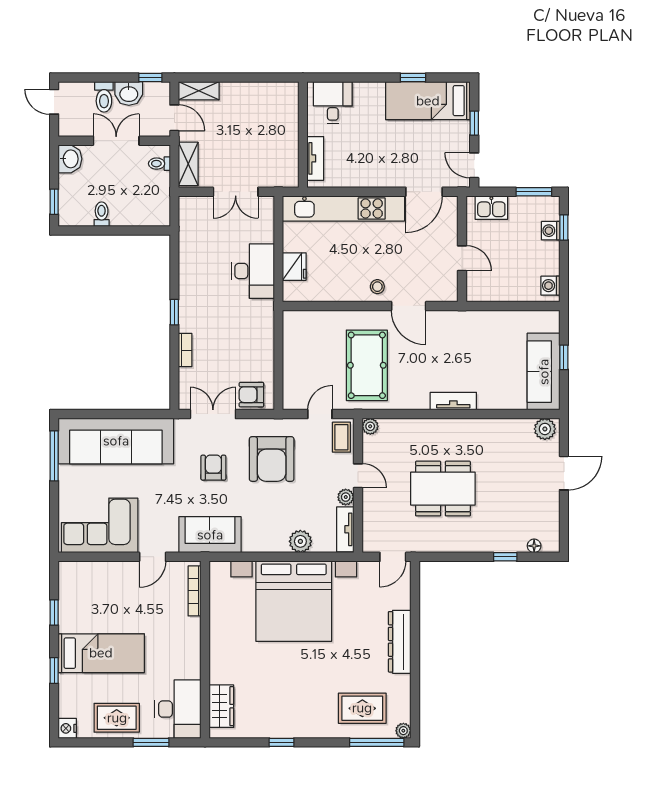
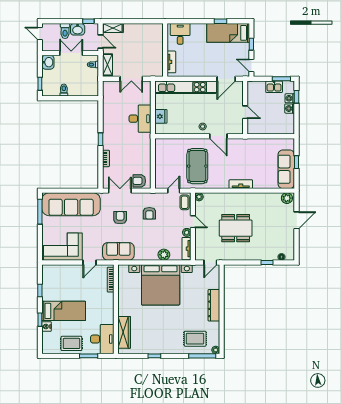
kitchen sink: (491, 208) -> (274, 87), moved
washing machine: (550, 286) -> (290, 109), moved
armchair: (272, 459) -> (149, 213), width x0.53, depth x0.53
wardrobe: (221, 706) -> (124, 332), width x1.50
nightstand: (67, 728) -> (47, 326), moved

